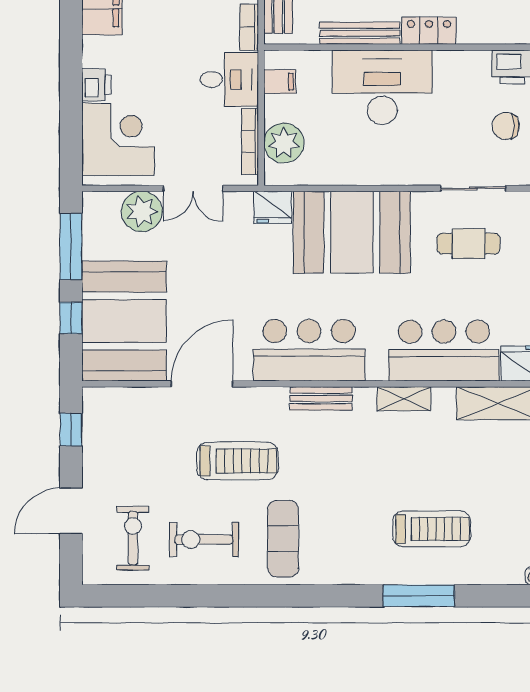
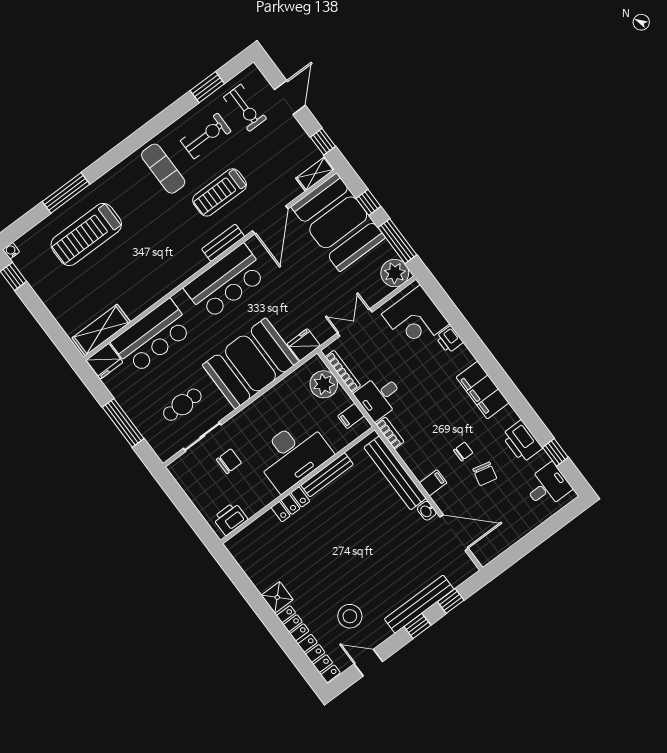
chair: (506, 126) -> (229, 461), moved
plant: (142, 211) -> (395, 273), moved
bench: (321, 398) -> (223, 243), moved
shelving: (404, 399) -> (315, 174), moved
treadmill: (432, 529) -> (86, 234), width x1.37, depth x1.38
window: (159, 596) -> (207, 87), added

